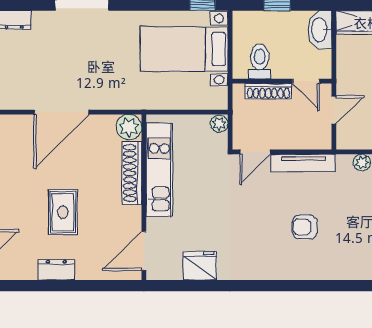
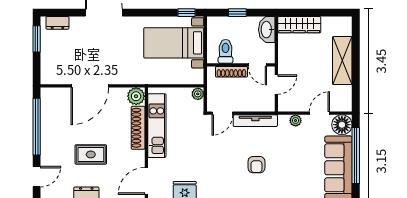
rug: (63, 212) -> (91, 154), turned 90
armchair: (305, 227) -> (256, 165), turned -90

